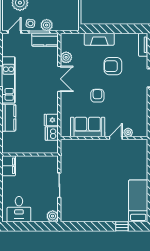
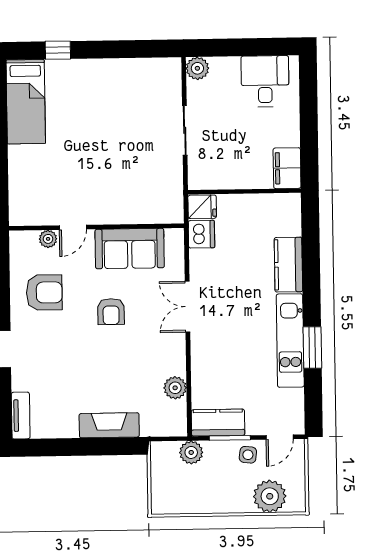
plant: (47, 25) -> (191, 452), moved
armchair: (113, 66) -> (44, 292), moved
double door: (59, 79) -> (187, 307), moved
fridge: (51, 120) -> (202, 207), moved

